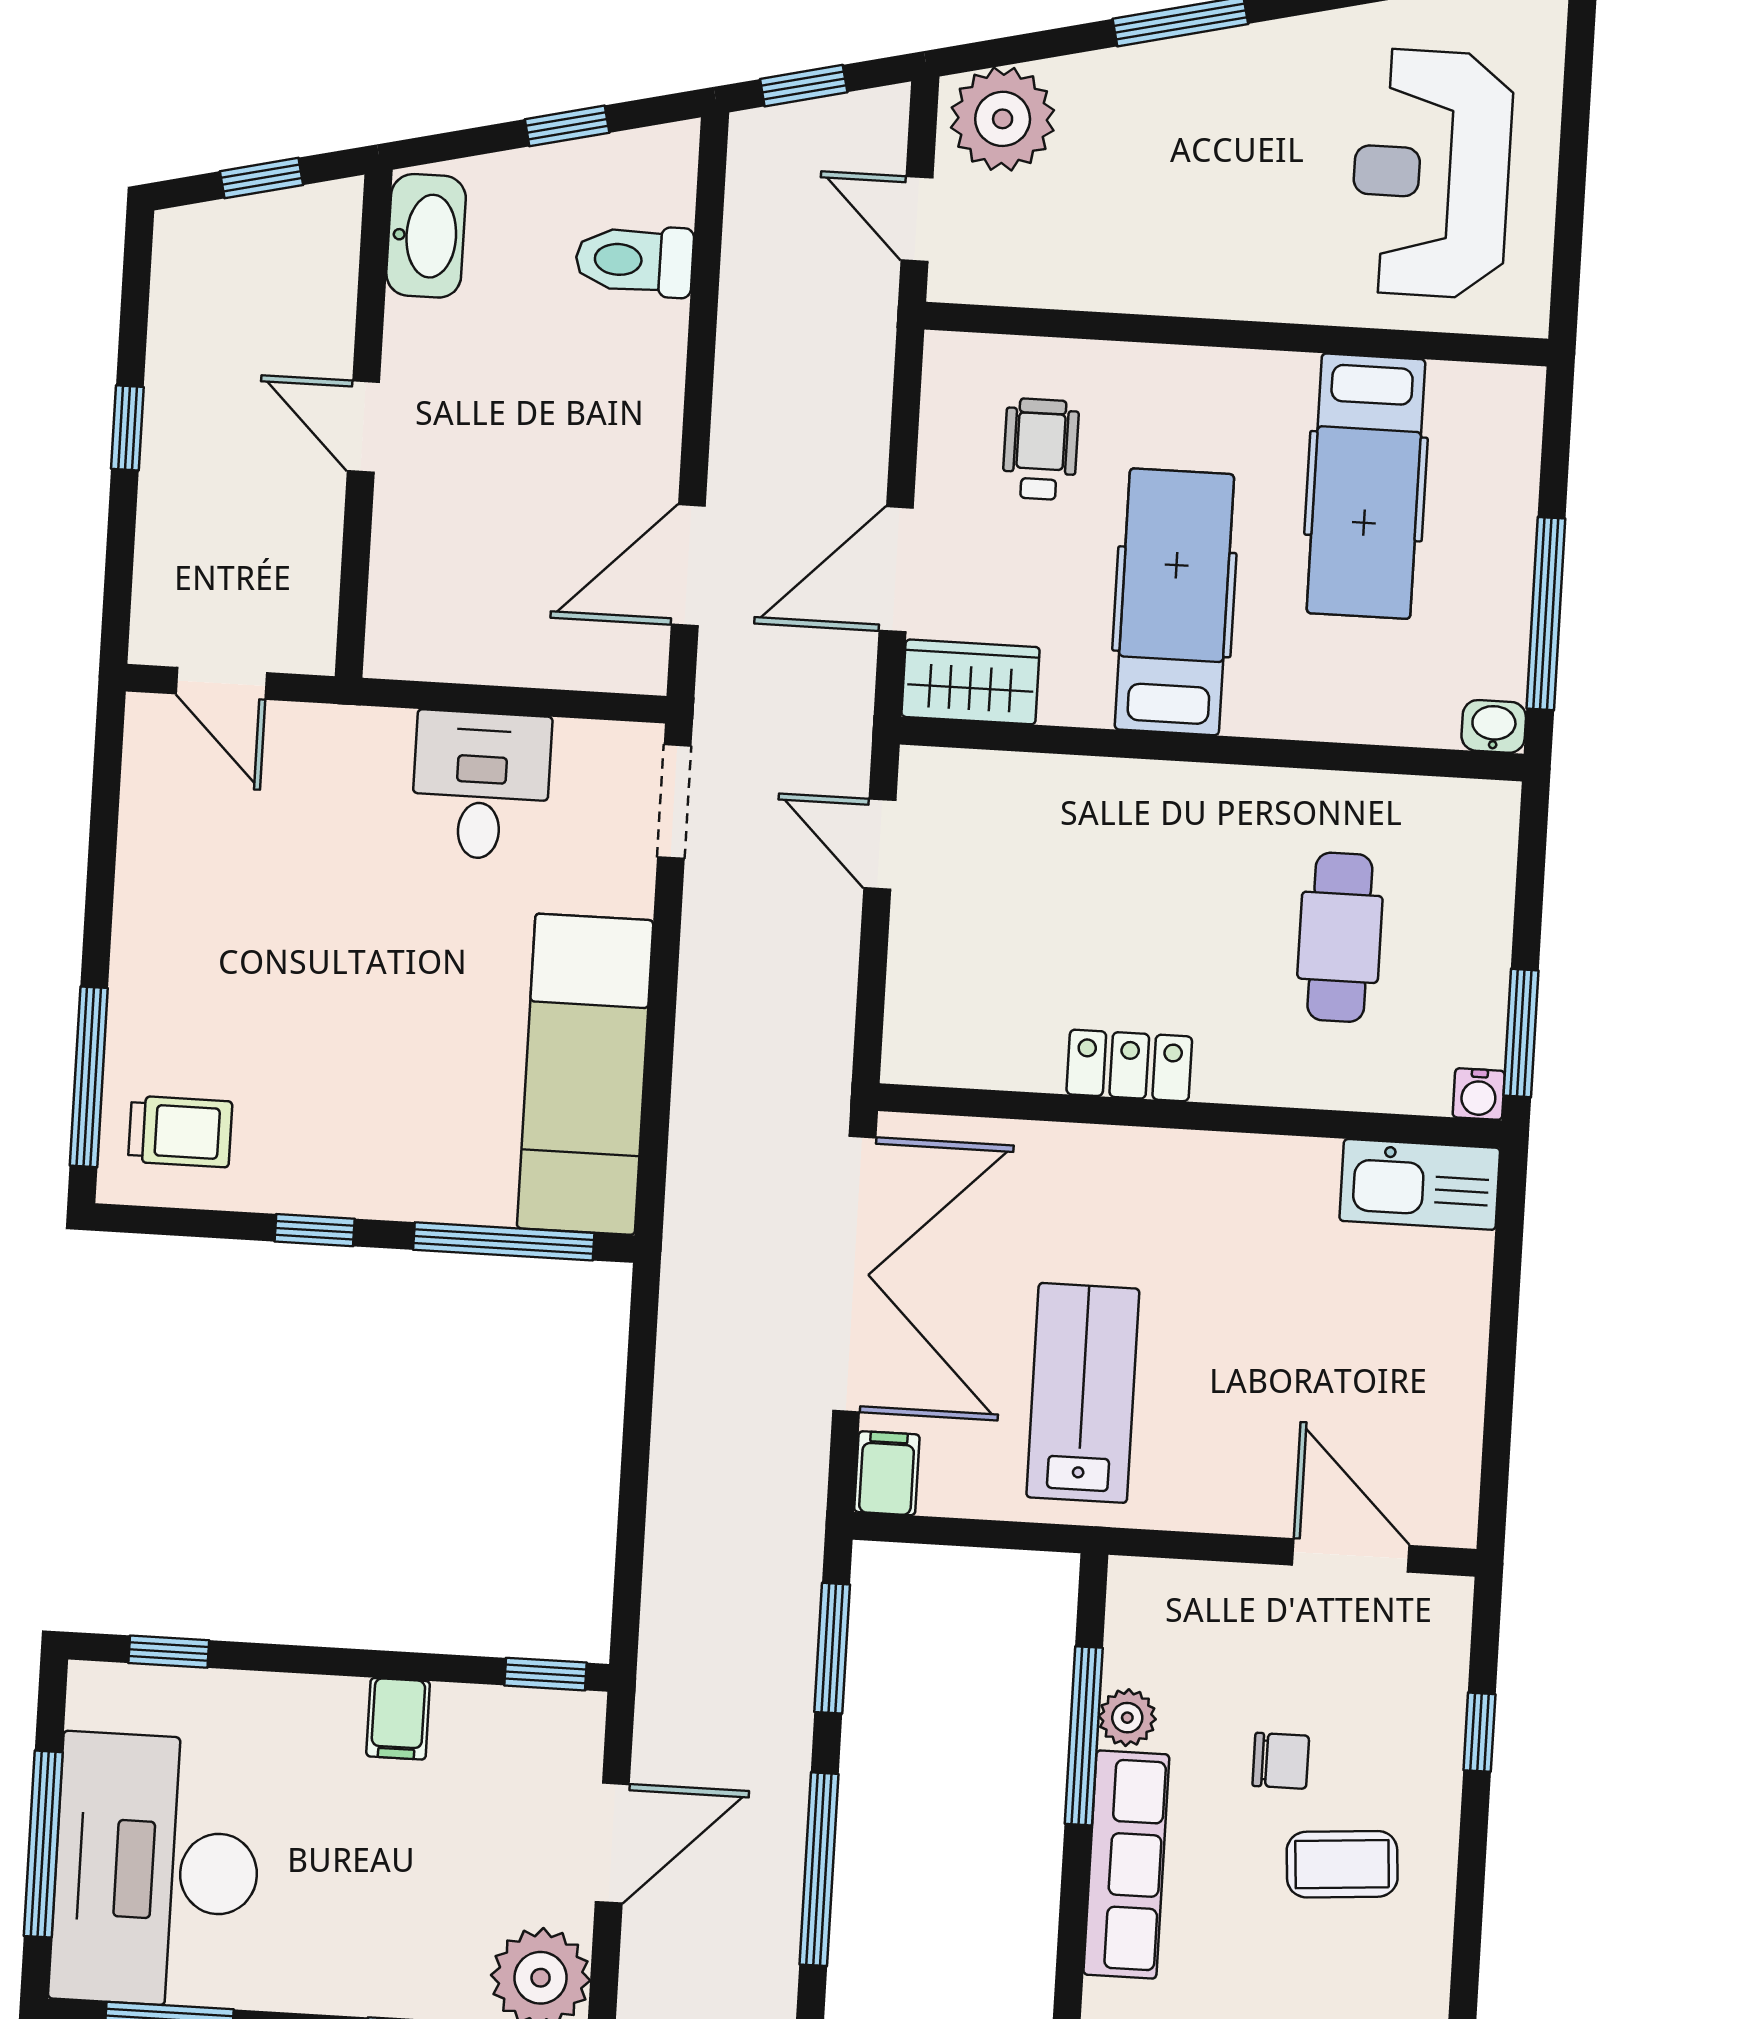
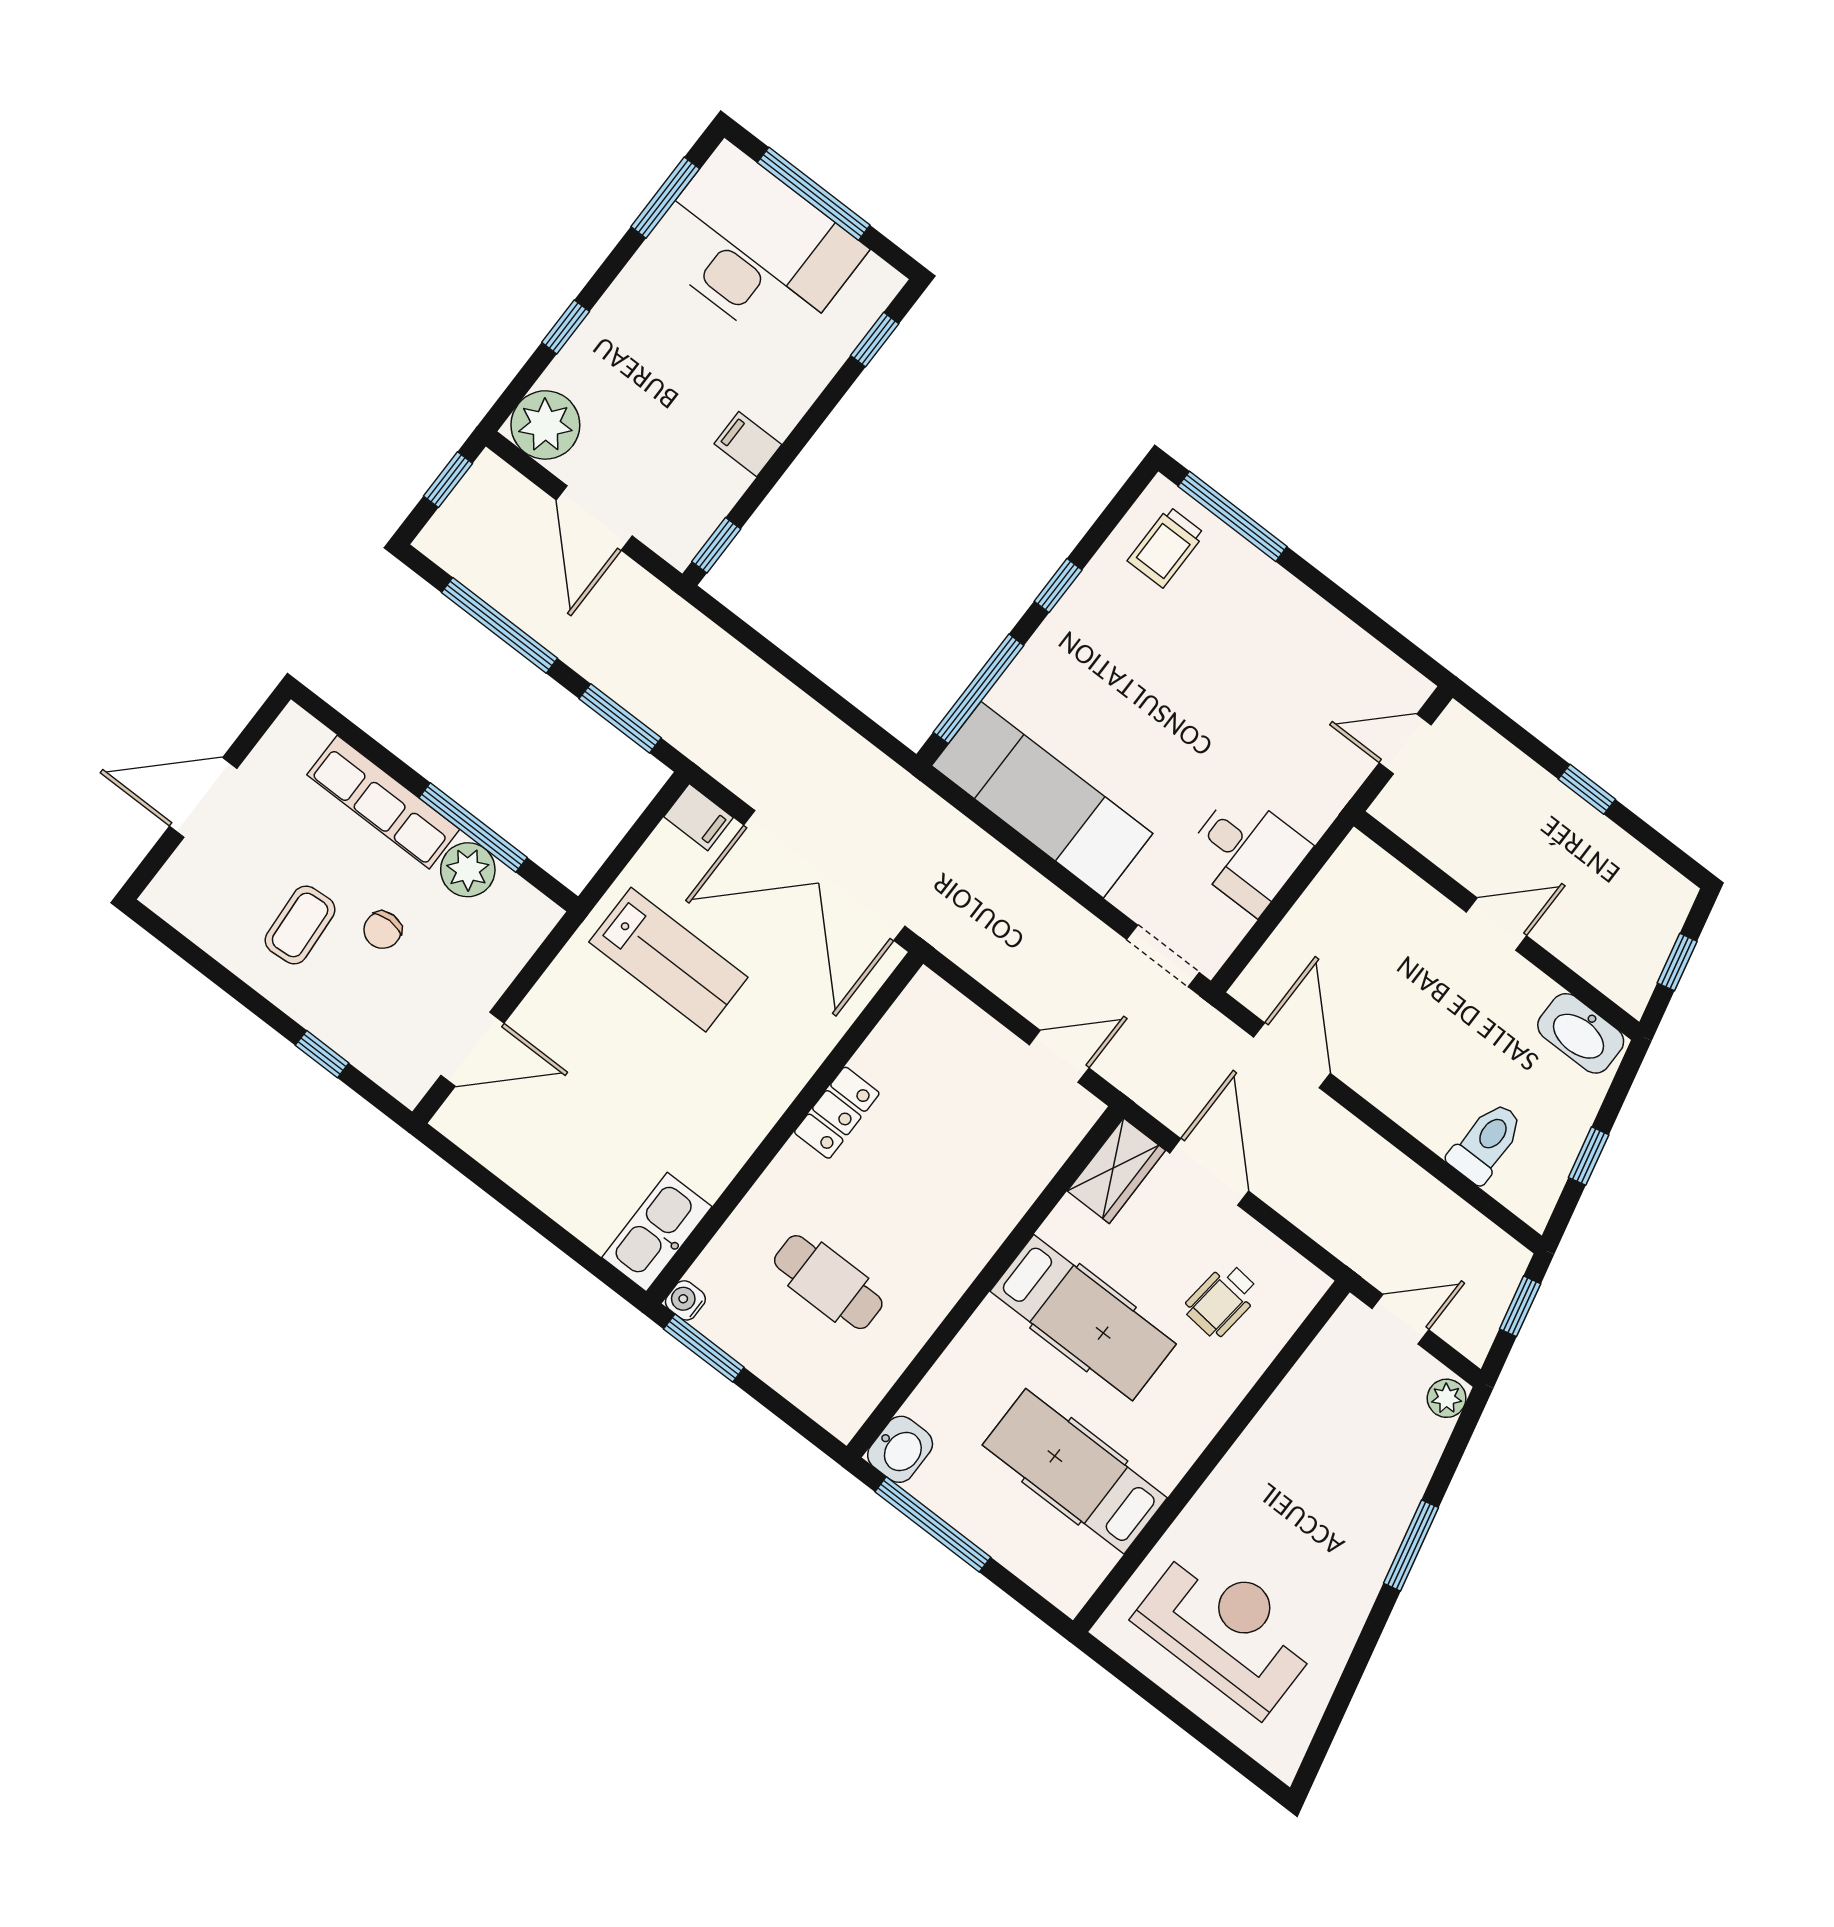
plant: (1003, 119) -> (1447, 1398), width x0.53, depth x0.53
wheelchair: (1041, 449) -> (1222, 1300), turned 96
washbasin: (1494, 726) -> (900, 1449), width x1.38, depth x1.45
plant: (1127, 1718) -> (468, 870), width x1.38, depth x1.38

